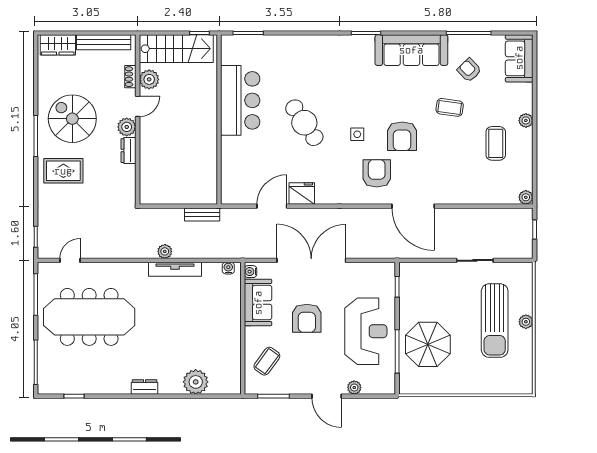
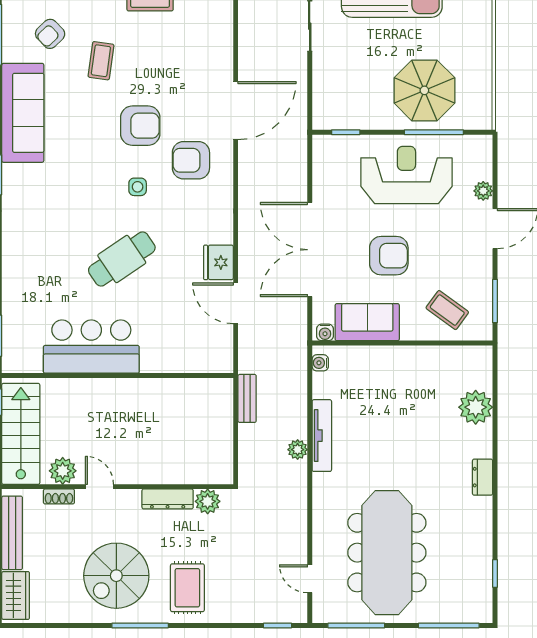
plant: (127, 127) -> (208, 501), moved
dresser: (129, 151) -> (168, 499), width x1.44

